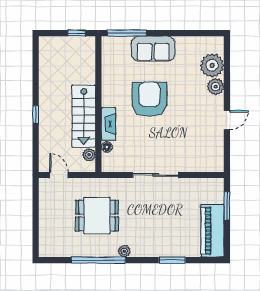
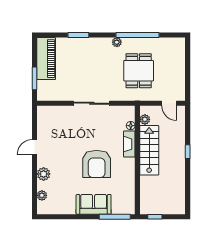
plant: (212, 65) -> (42, 195), width x0.53, depth x0.53
dining table: (97, 216) -> (139, 71), turned 90

